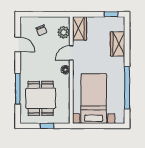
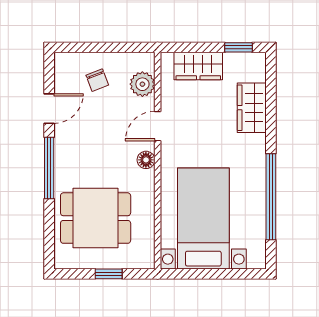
wardrobe: (80, 28) -> (198, 66), moved, turned 90
door: (18, 44) -> (49, 109), hinge flipped
window: (18, 89) -> (49, 168), moved
dining table: (41, 98) -> (96, 218), turned 90

